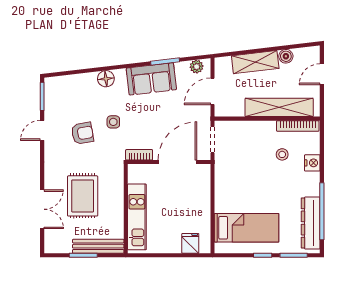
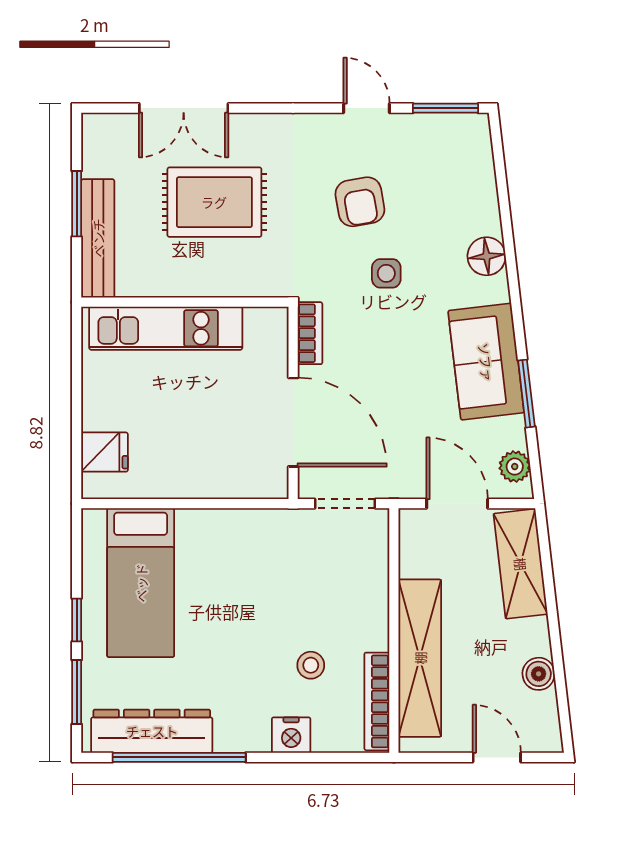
shelving: (255, 62) -> (521, 564), moved

